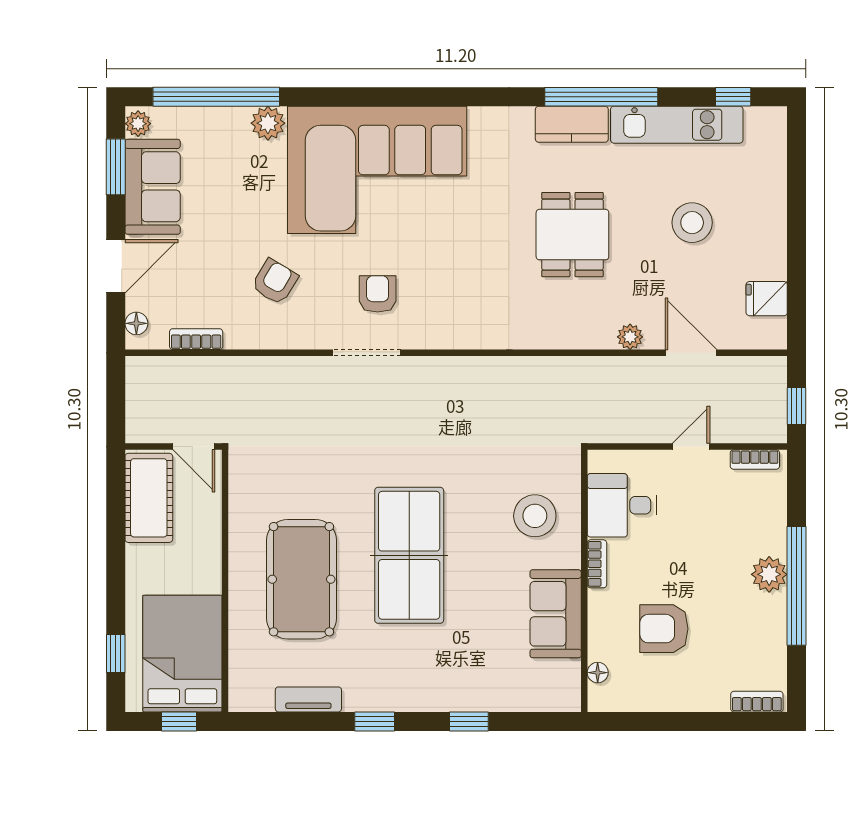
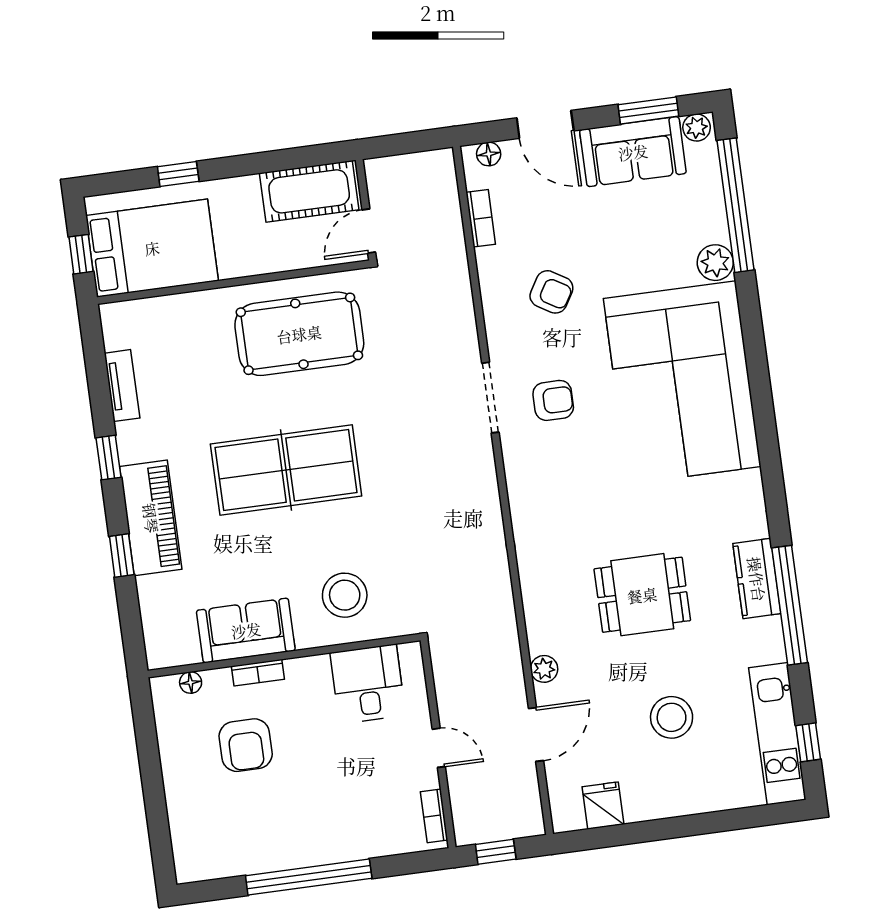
kitchen unit: (677, 125) -> (777, 734), moved
bookcase: (597, 564) -> (258, 673), moved
plant: (769, 574) -> (317, 847), removed
pool table: (301, 579) -> (299, 334), moved
armchair: (664, 629) -> (246, 745), turned 180
window: (116, 653) -> (178, 174), moved
piano: (437, 689) -> (151, 518), added
bookcase: (757, 702) -> (183, 852), removed

